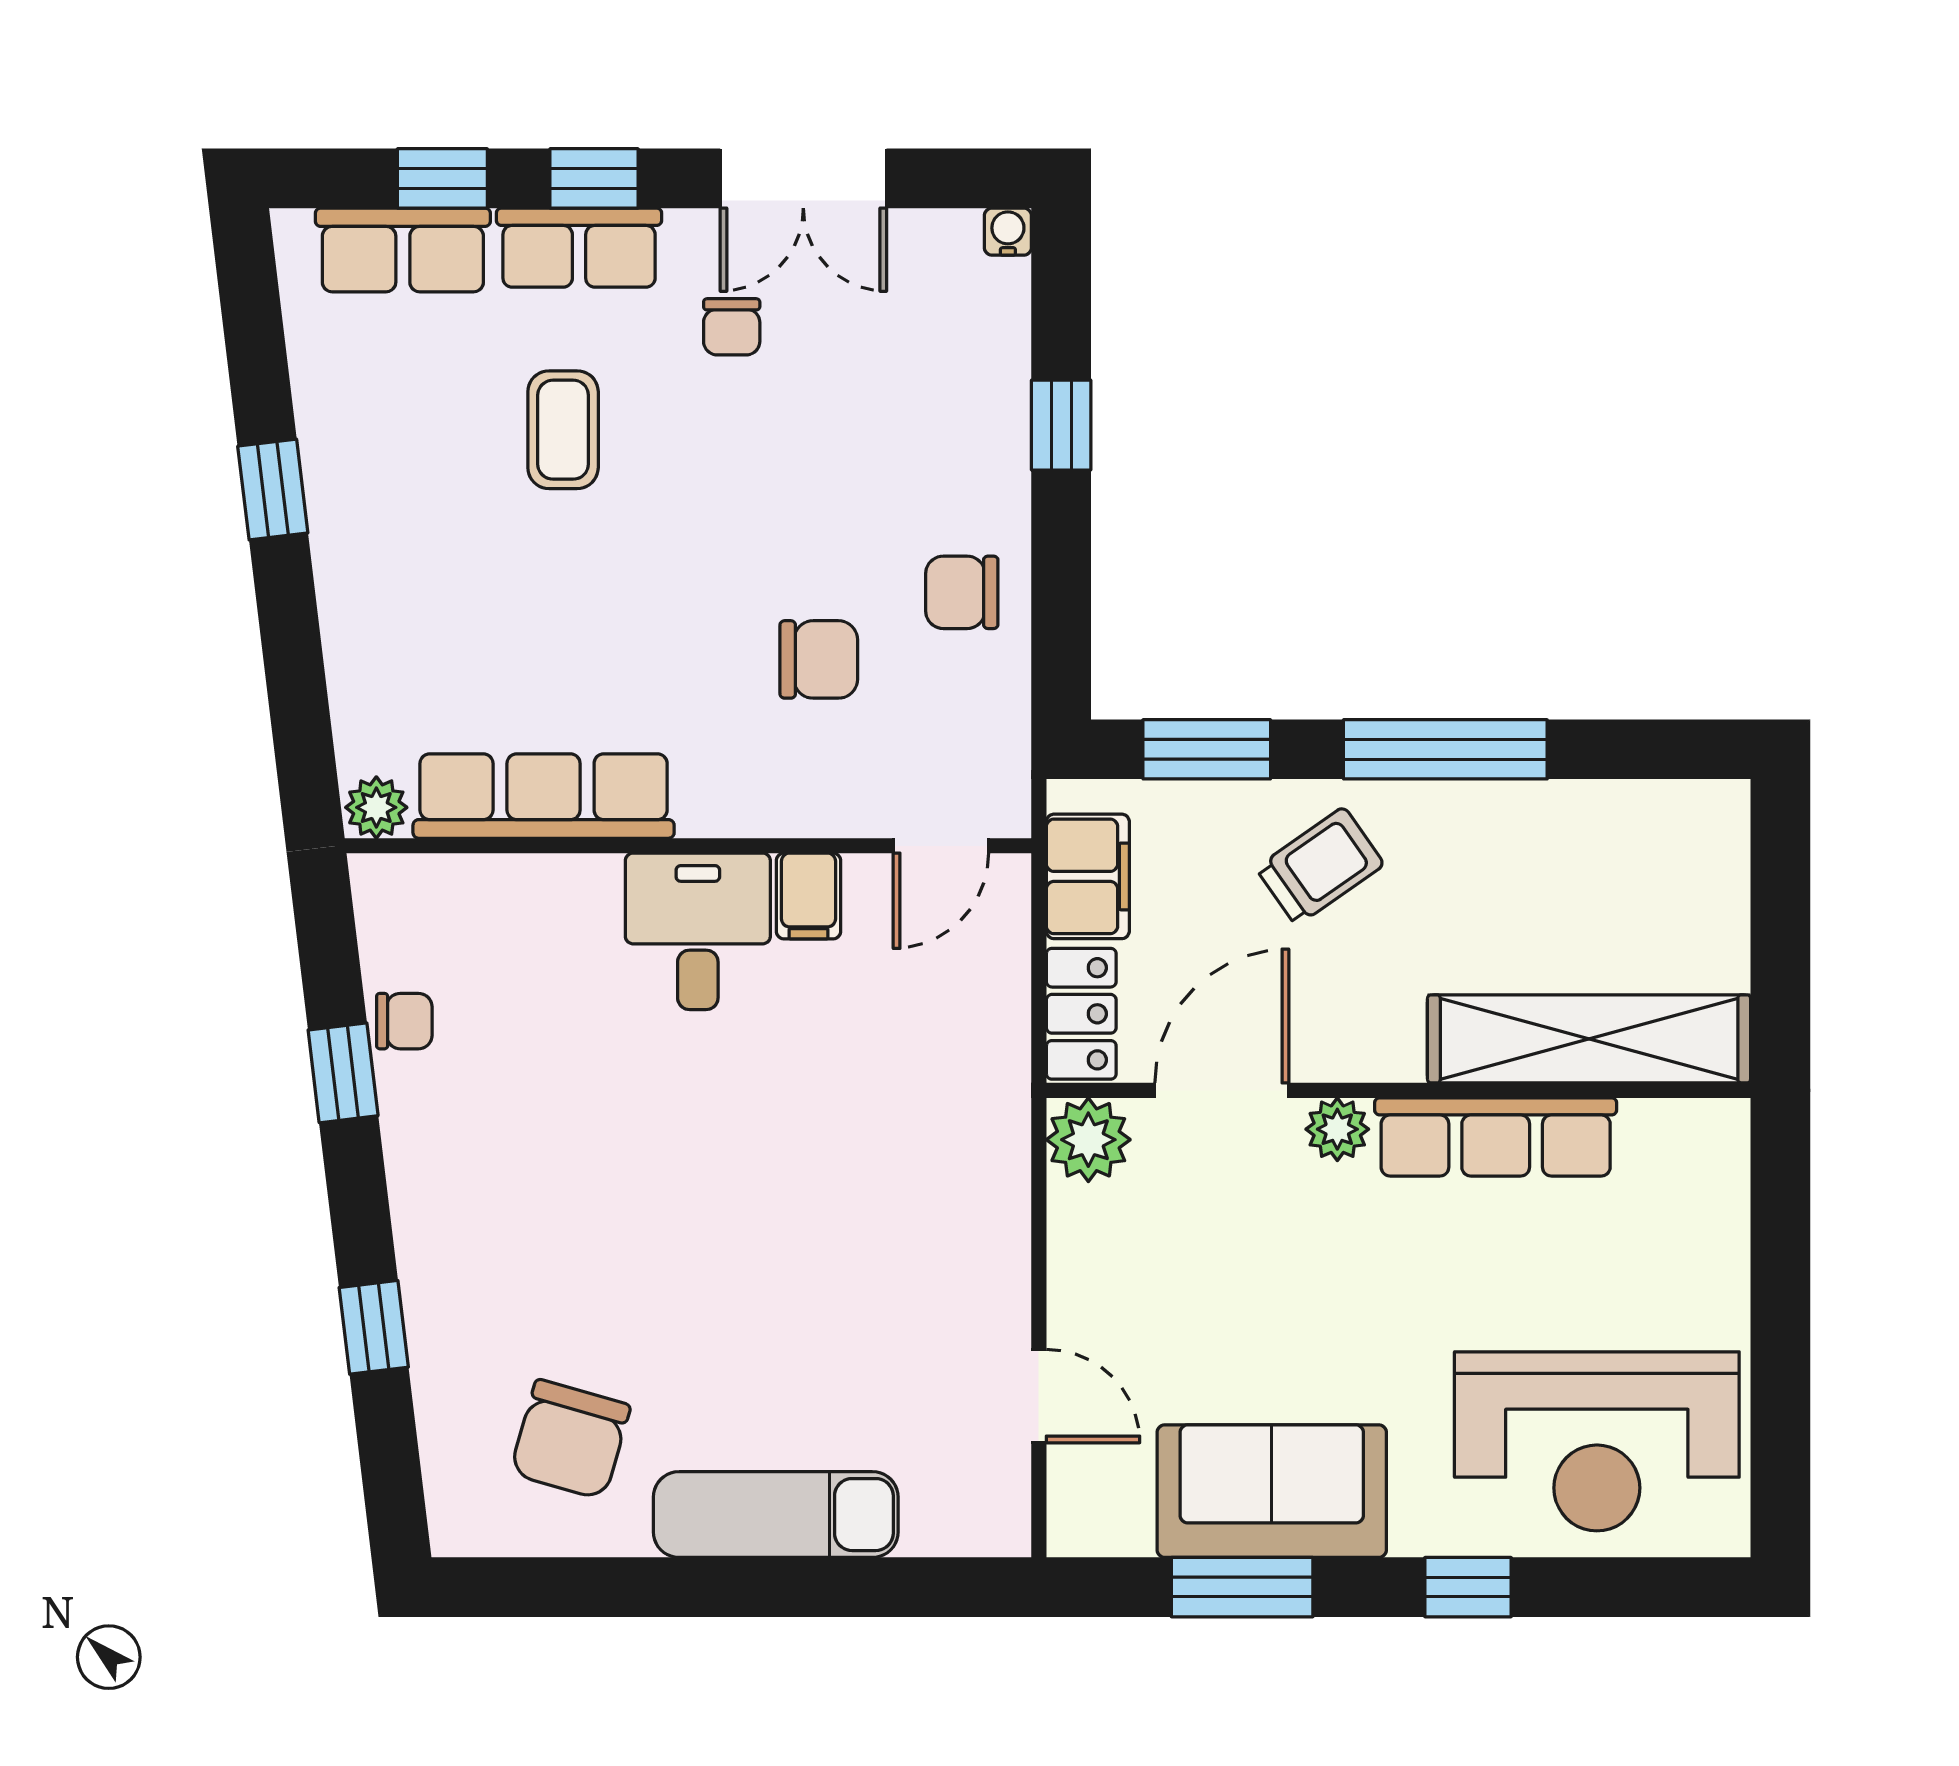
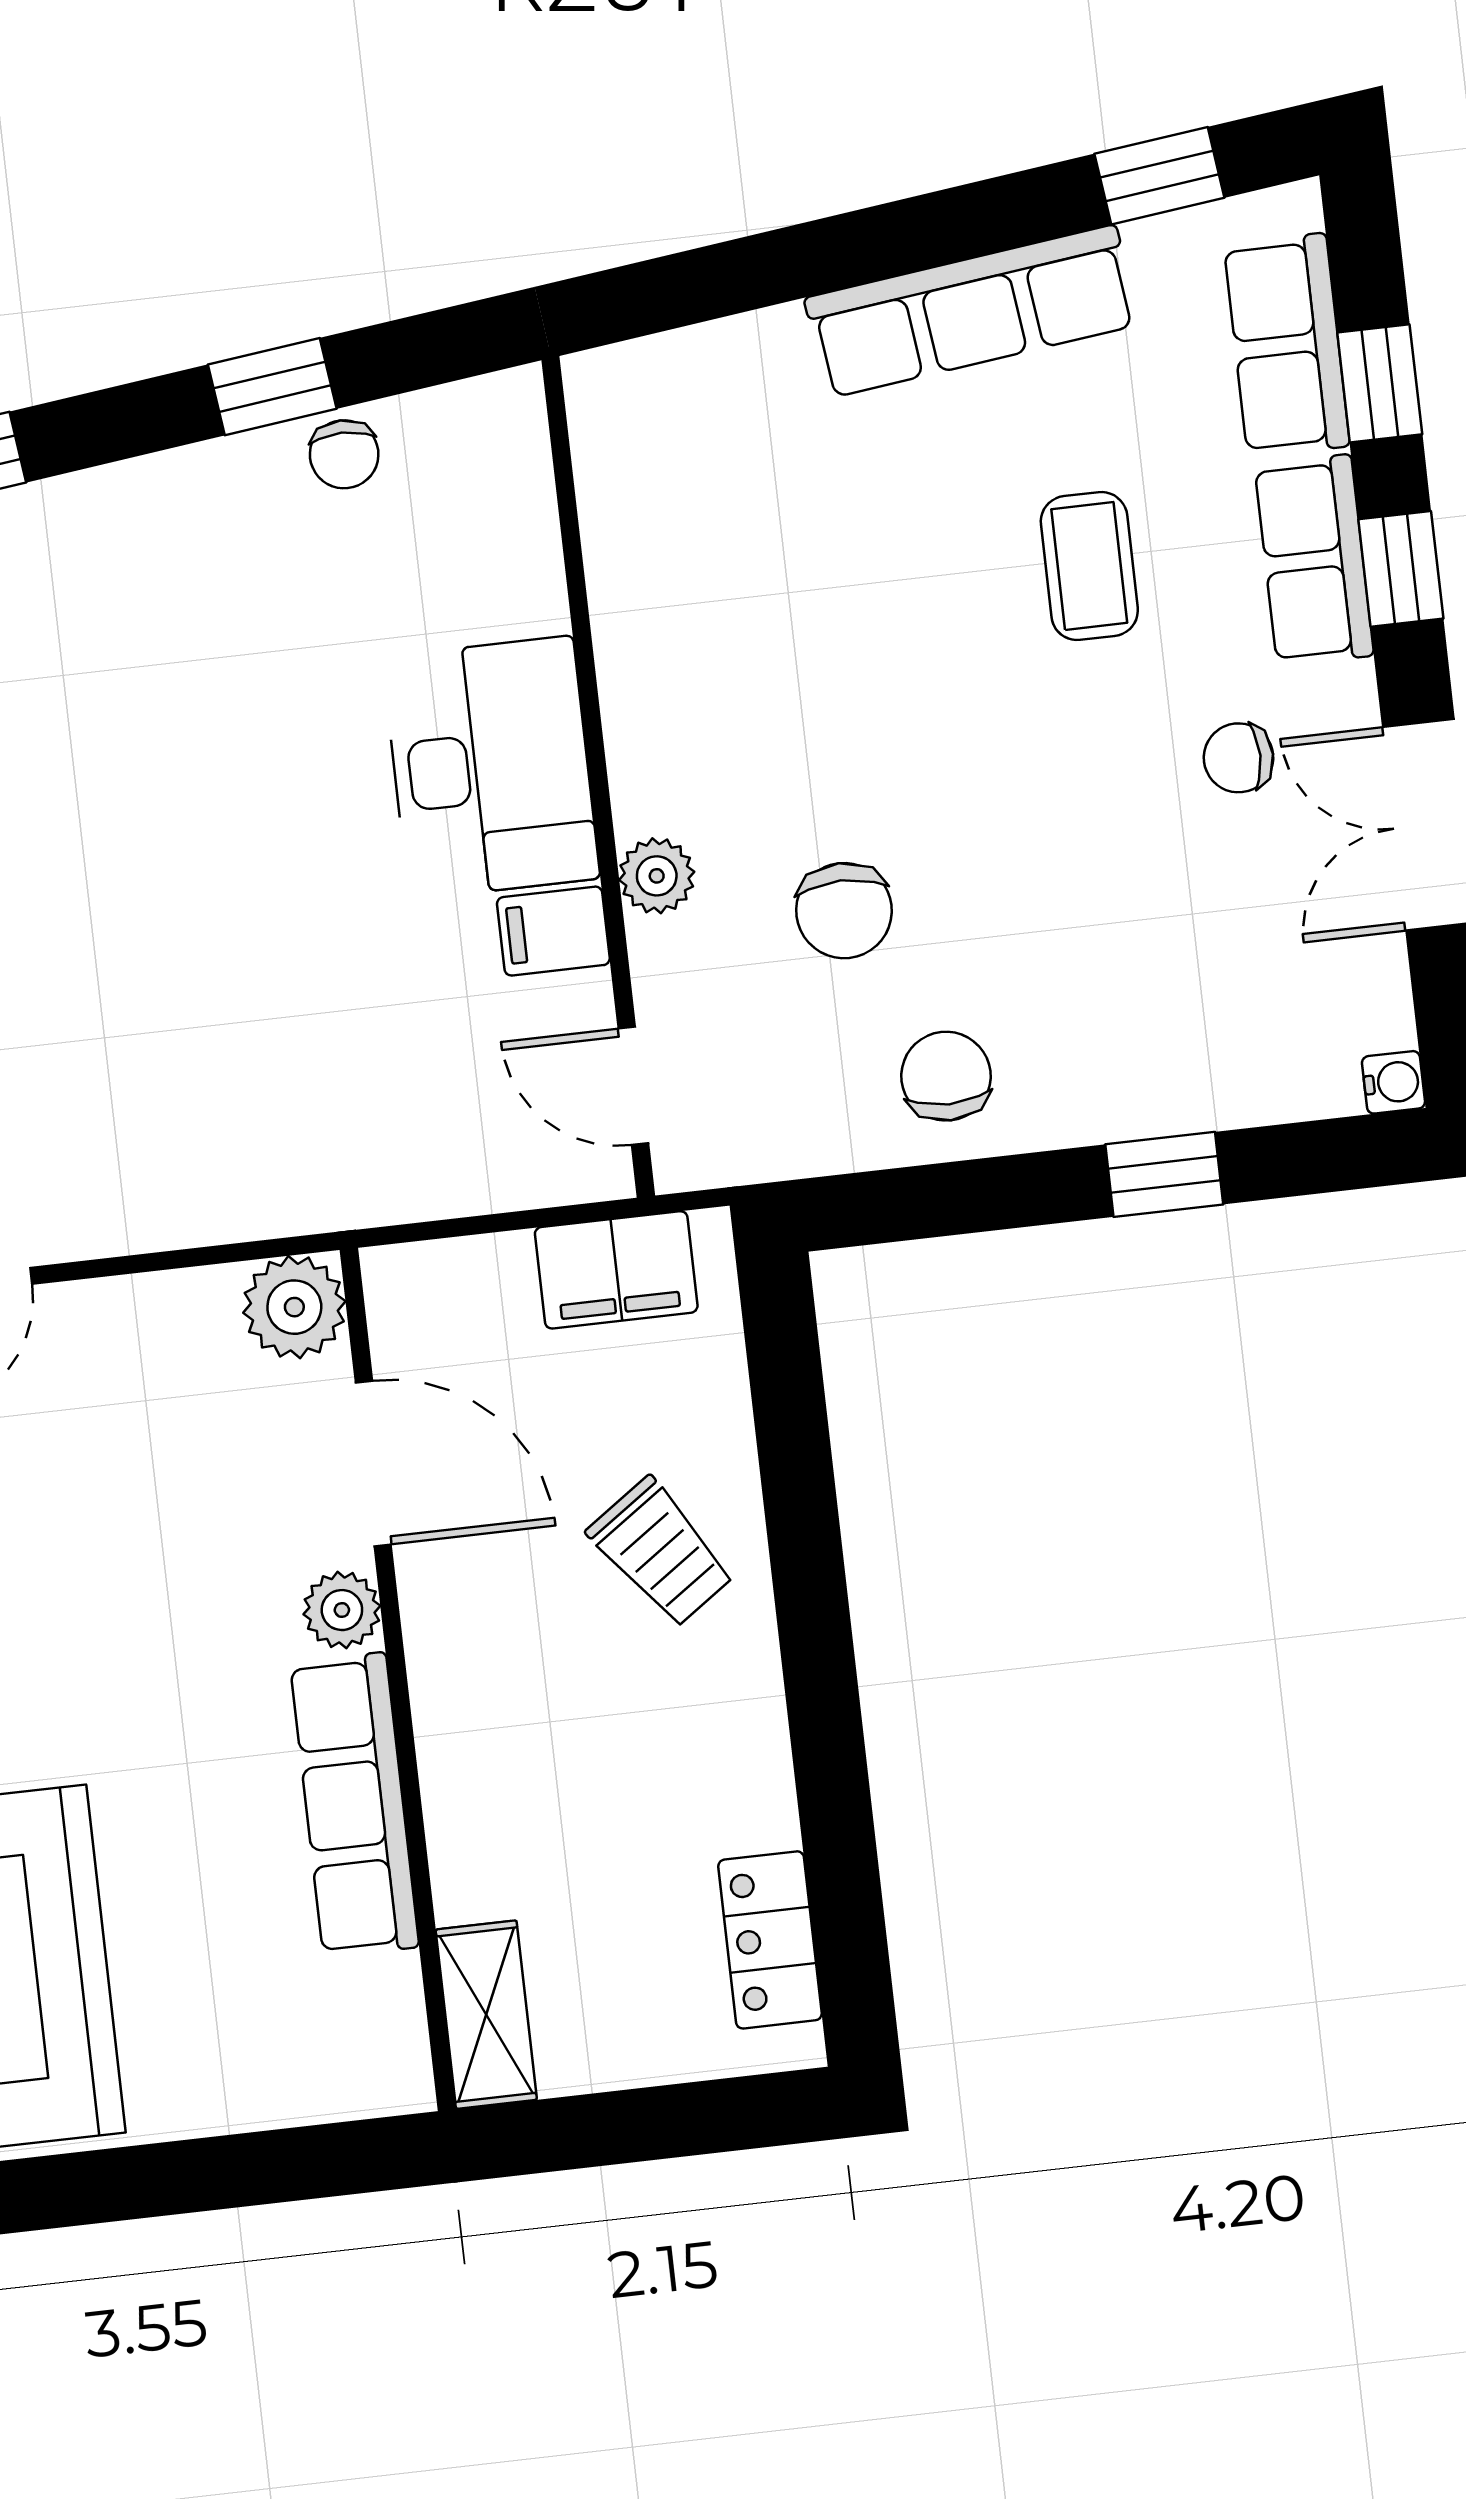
coffee table: (563, 430) -> (1089, 566), turned 90
window: (273, 489) -> (1159, 176), moved
window: (1207, 749) -> (788, 1397), removed
window: (1445, 749) -> (821, 1689), removed
row of seats: (544, 796) -> (972, 311), moved, turned 83
plant: (376, 807) -> (657, 876), moved
desk: (698, 931) -> (491, 768), width x1.37
locker: (1081, 1014) -> (770, 1940), moved, turned 90
shelving: (1589, 1039) -> (486, 2015), width x0.45, depth x0.75

